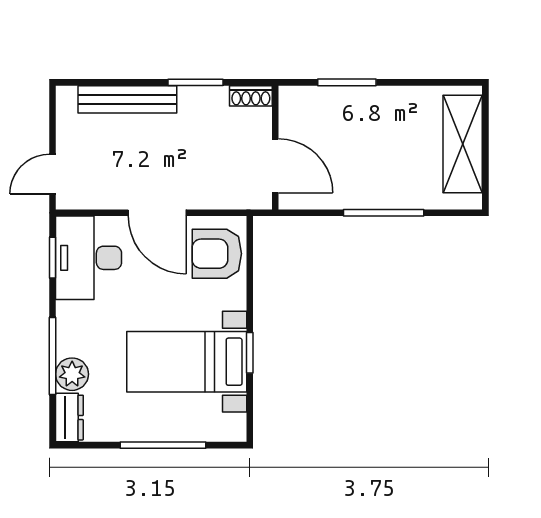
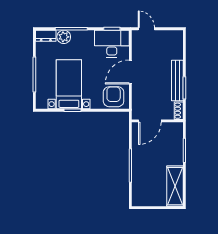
bench: (127, 99) -> (177, 81), moved
shelving: (463, 144) -> (175, 186), moved, turned 90

